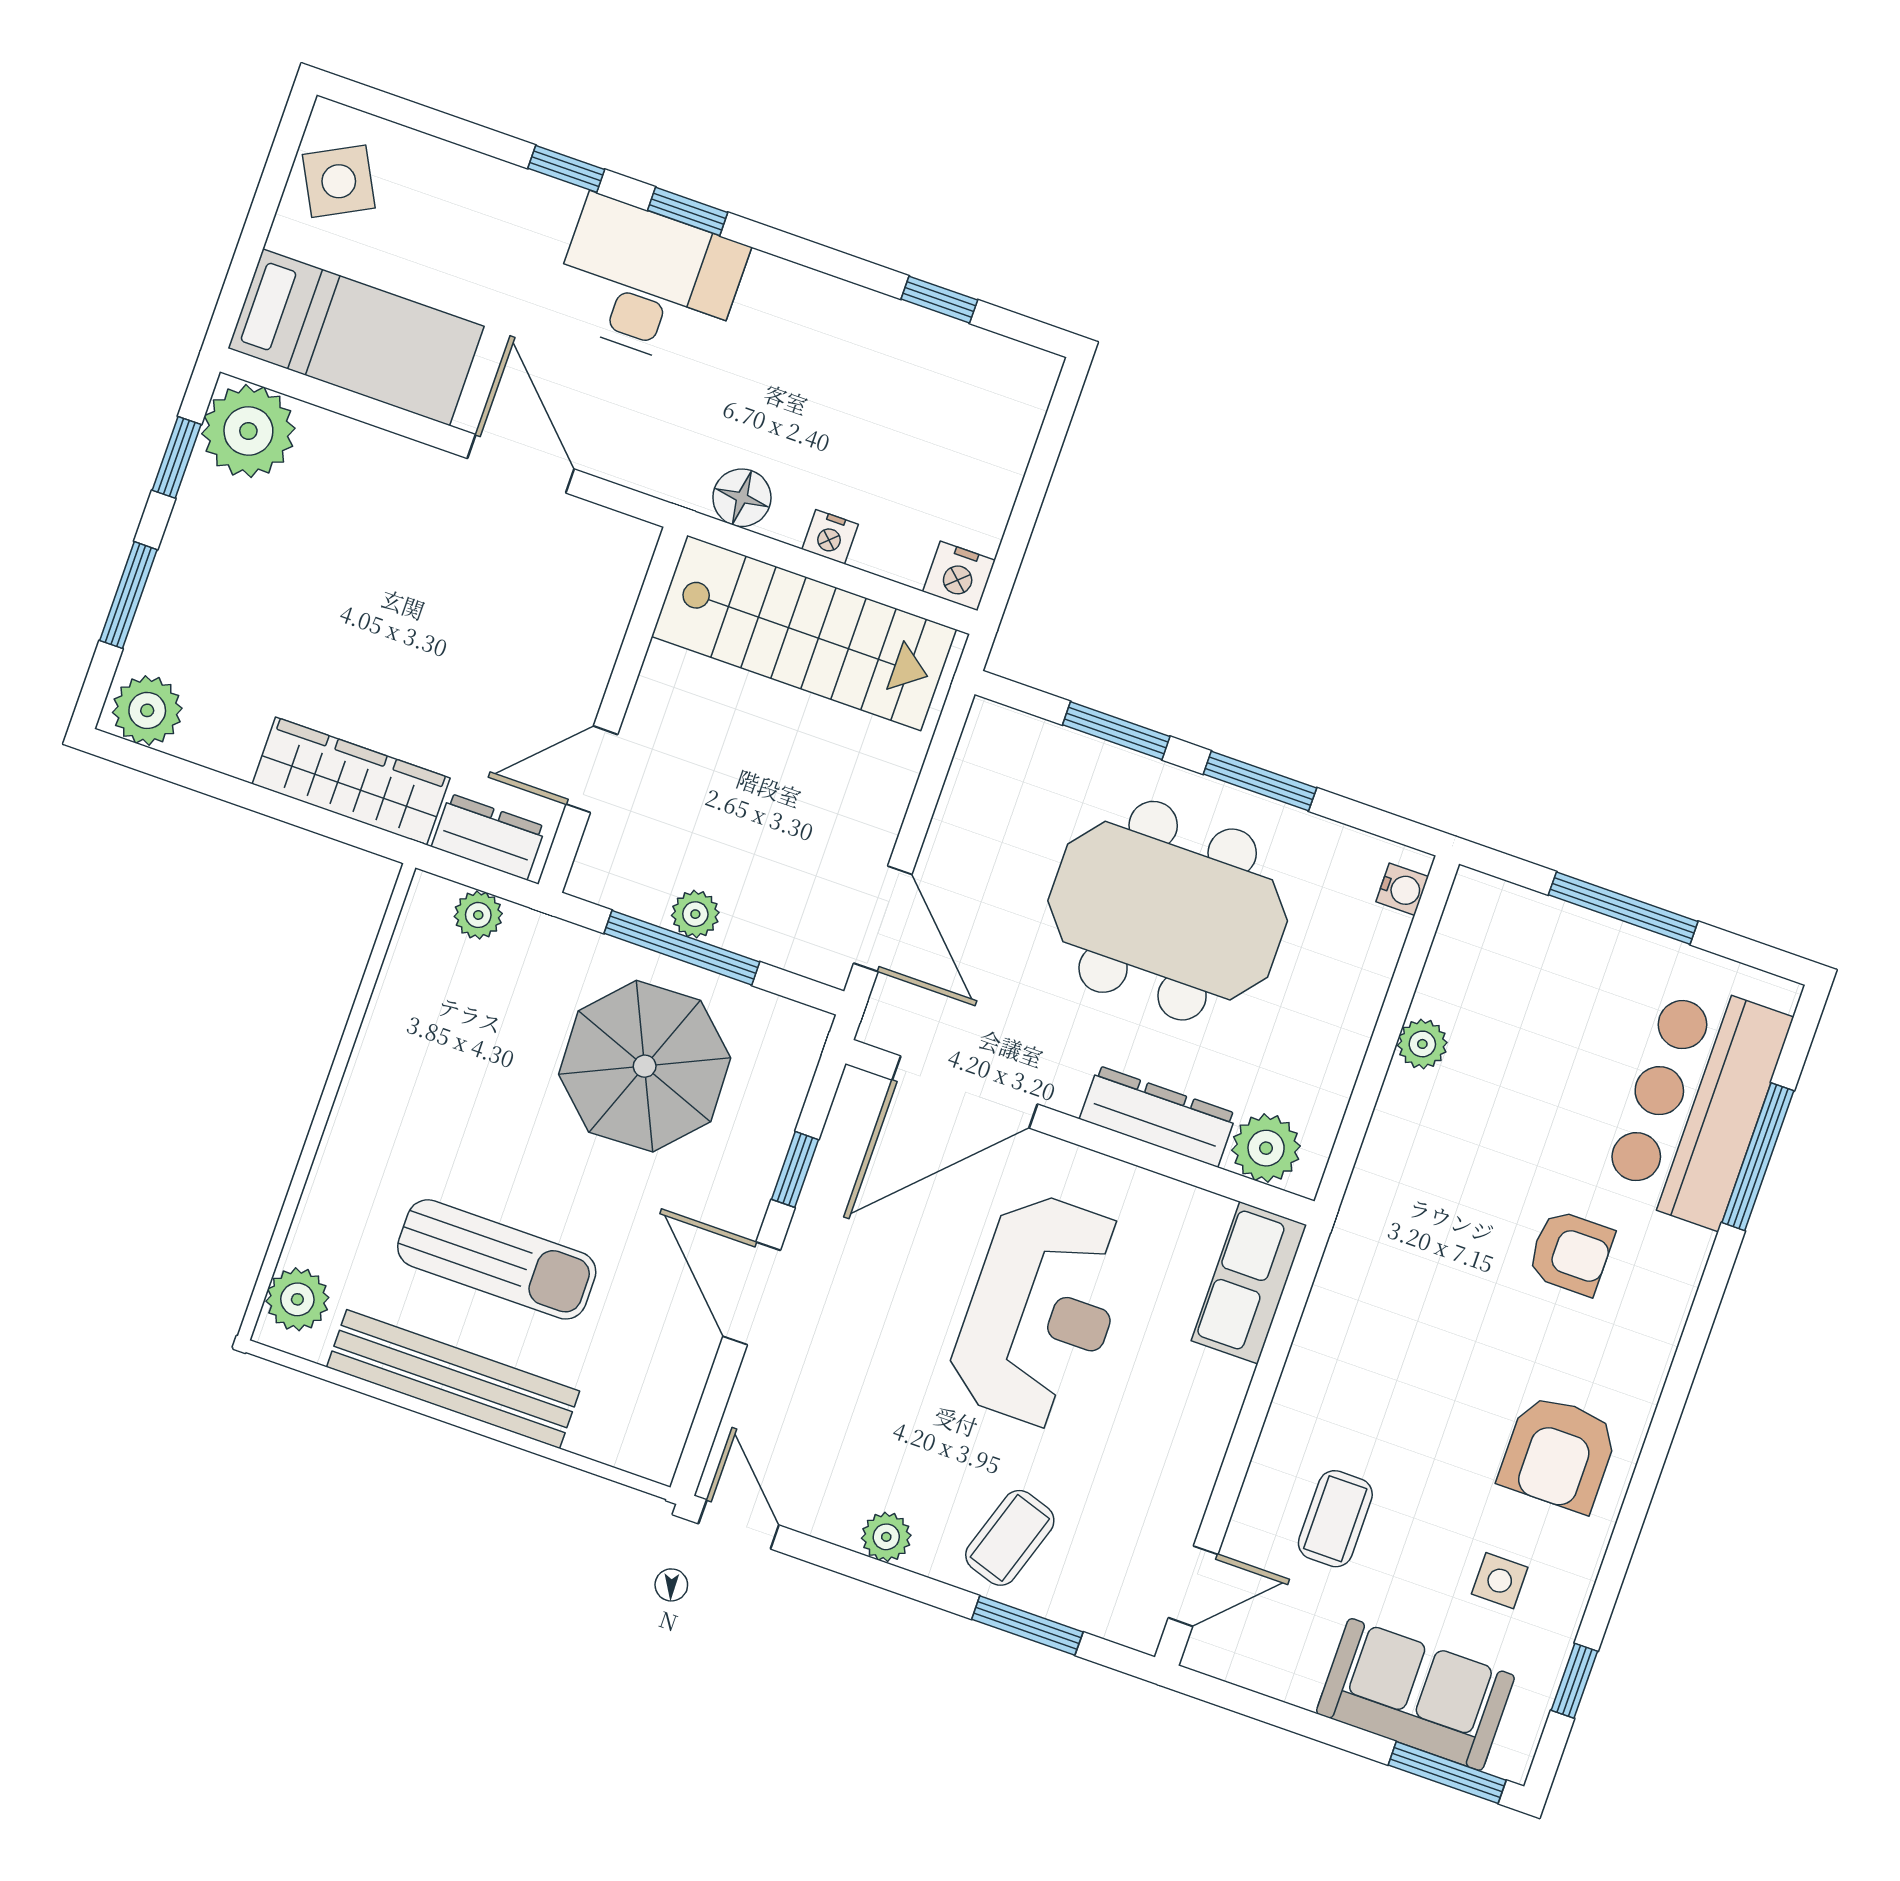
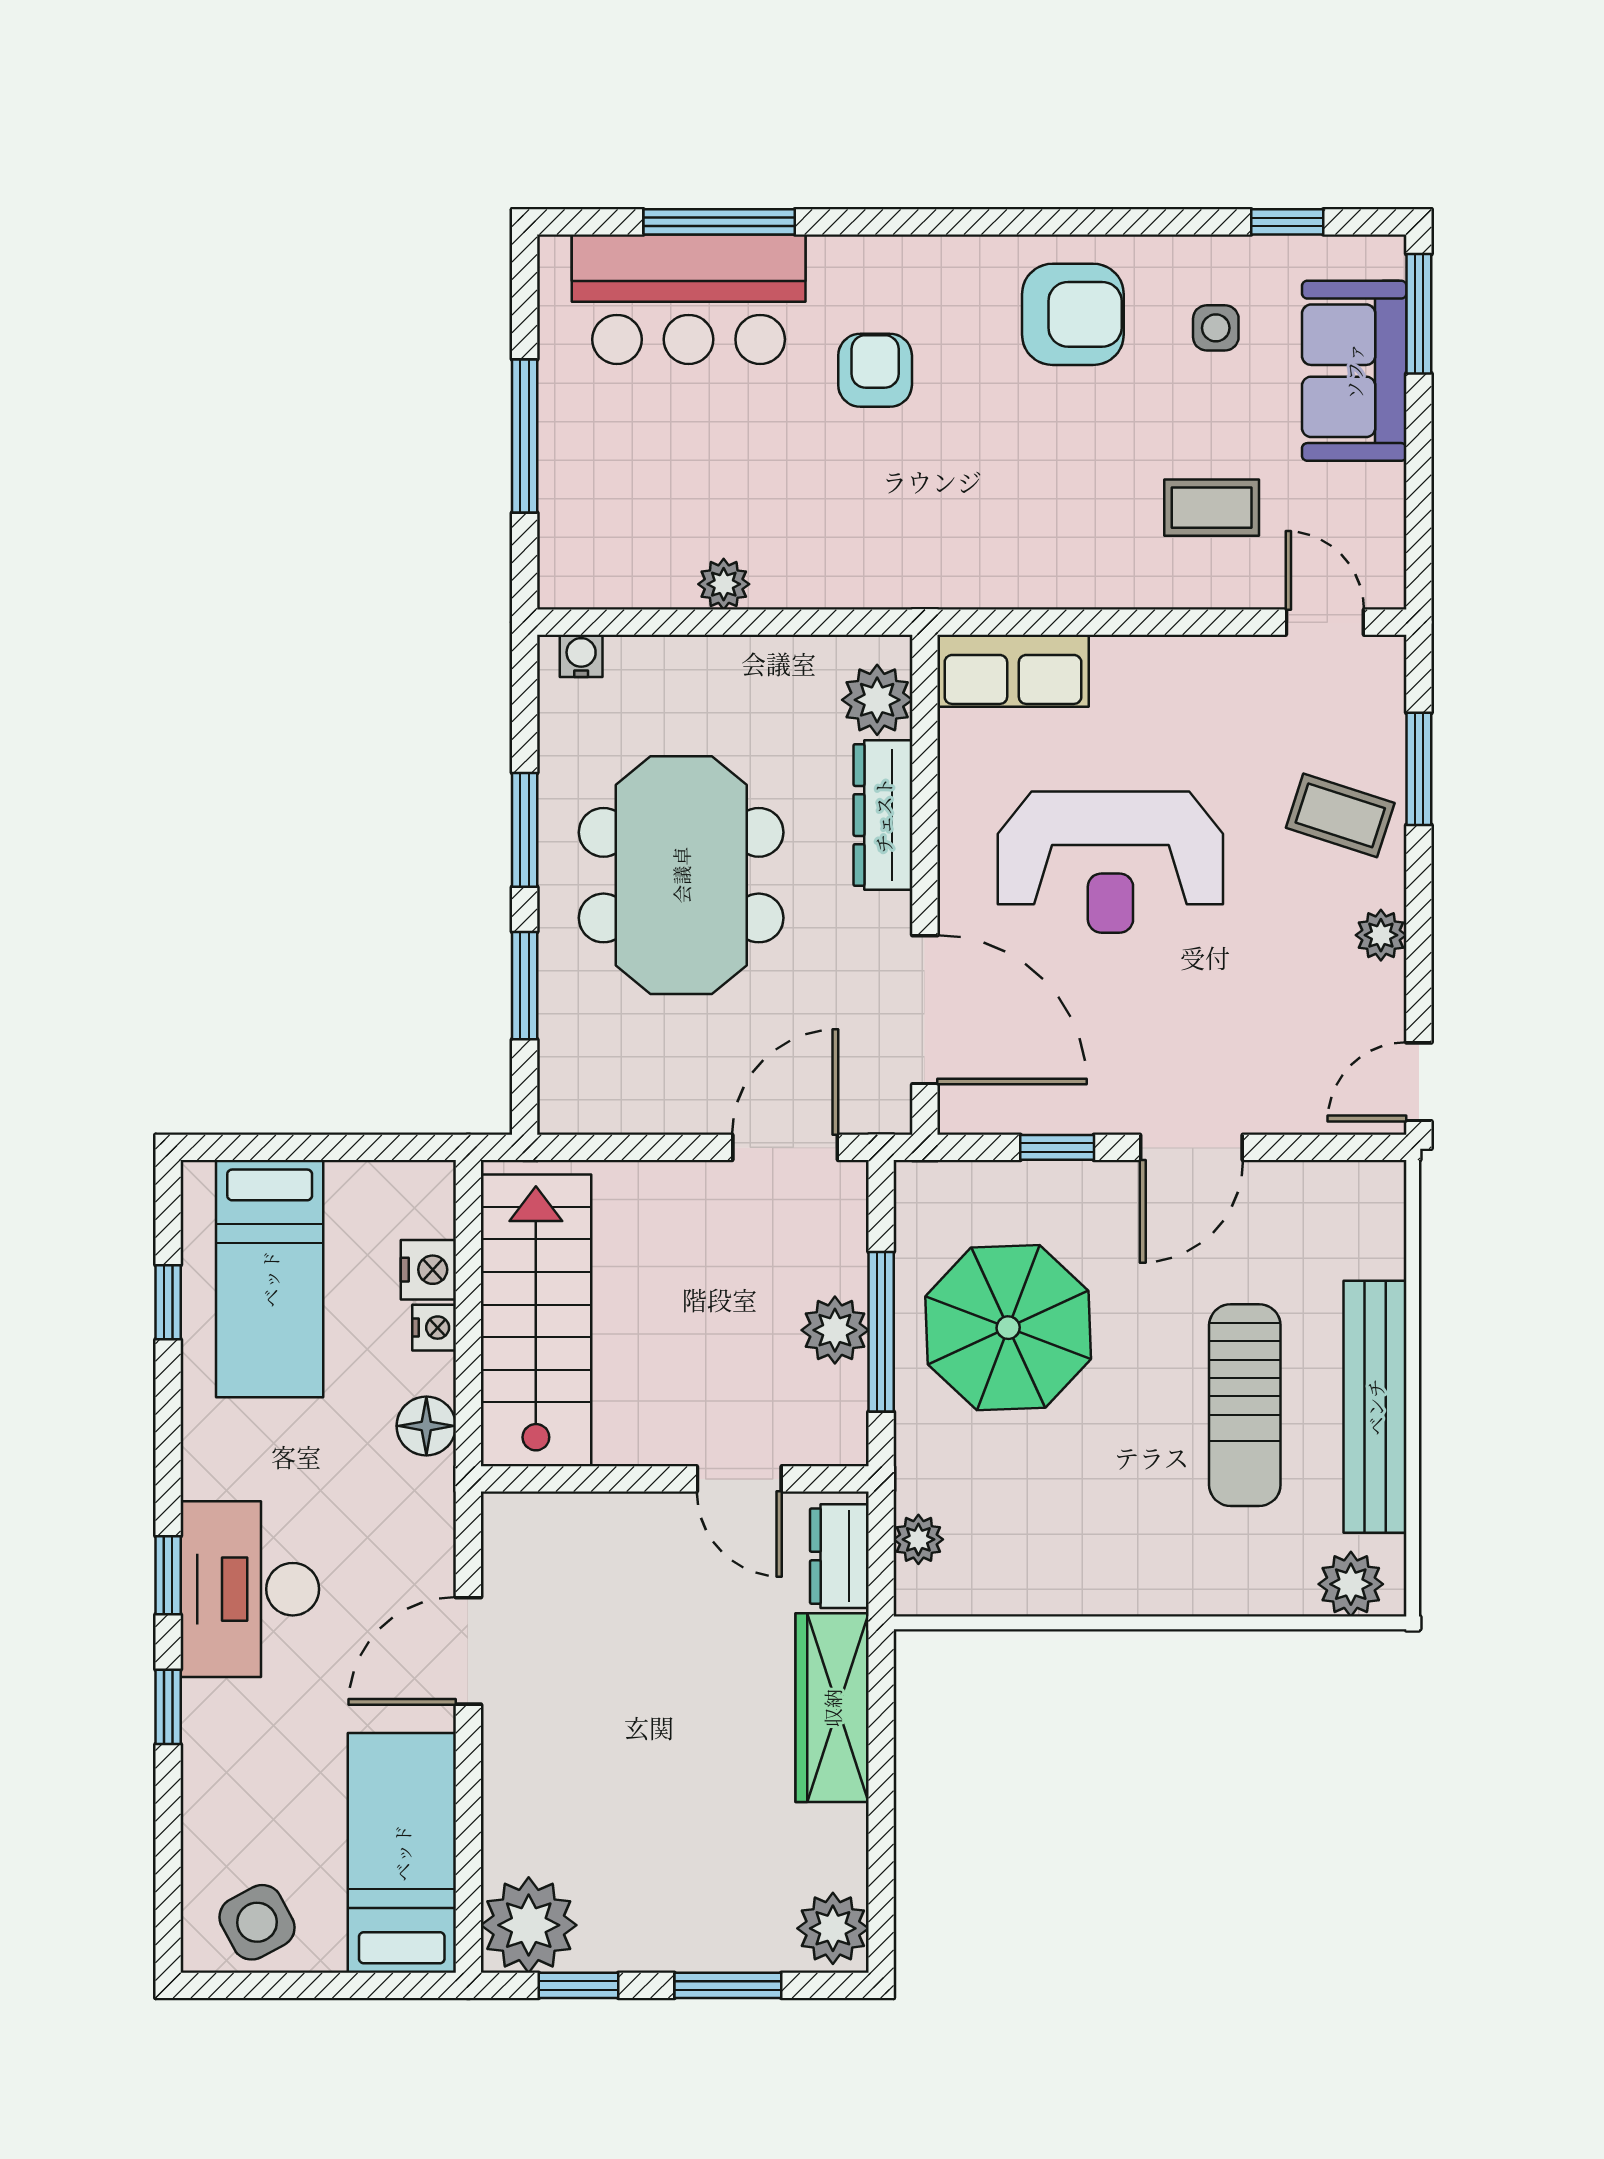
bed: (928, 401) -> (270, 1279), added
nightstand: (959, 576) -> (428, 1270), moved
plant: (695, 914) -> (835, 1330), width x1.38, depth x1.38
sun lounger: (497, 1259) -> (1245, 1405), turned 180
reception desk: (1041, 1311) -> (1110, 862), turned 180

